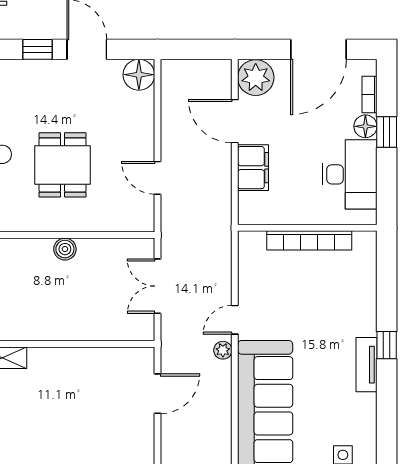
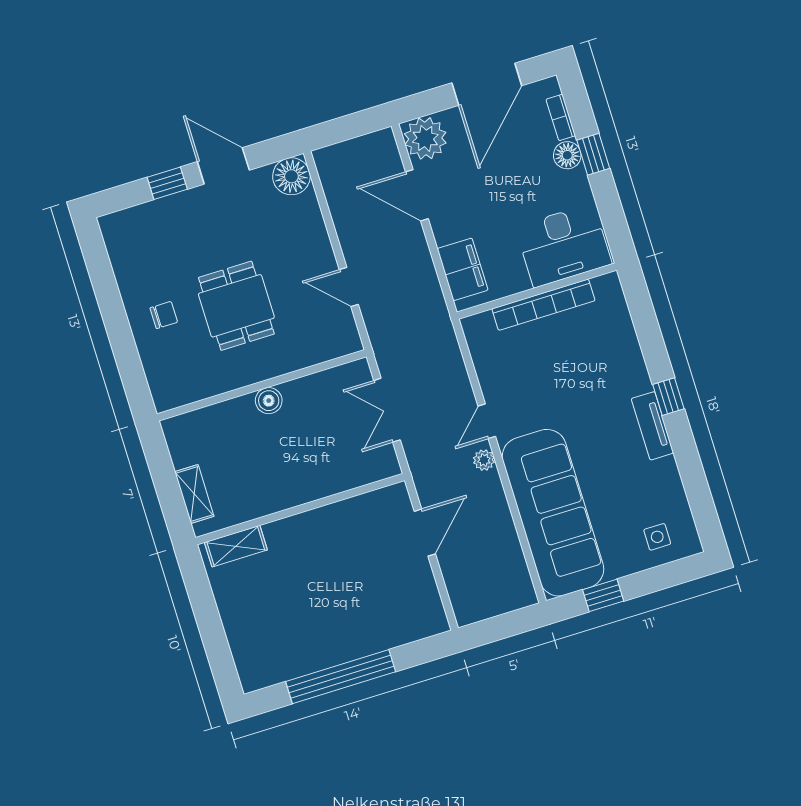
filing cabinet: (253, 168) -> (463, 269), moved
desk: (350, 174) -> (563, 245), moved, turned 90

